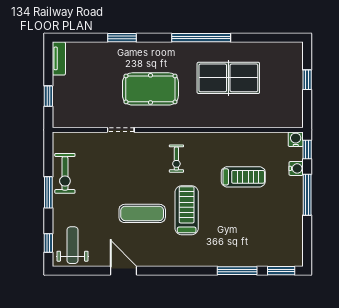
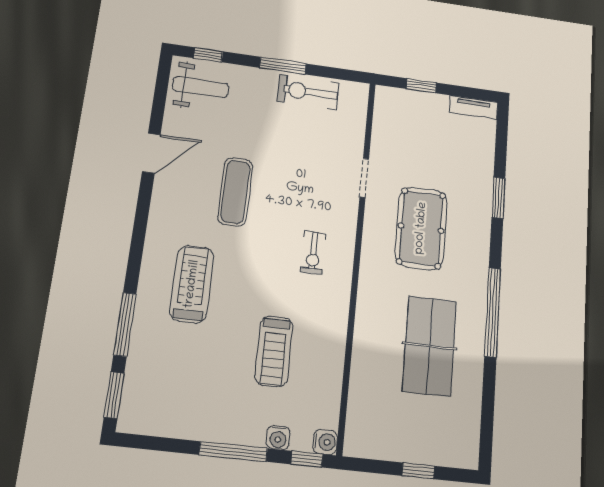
exercise bike: (176, 159) -> (313, 253), turned -90
treadmill: (187, 210) -> (192, 284), moved, turned -90

